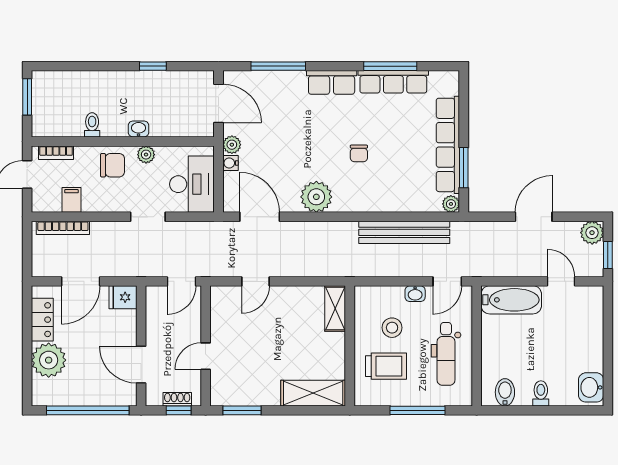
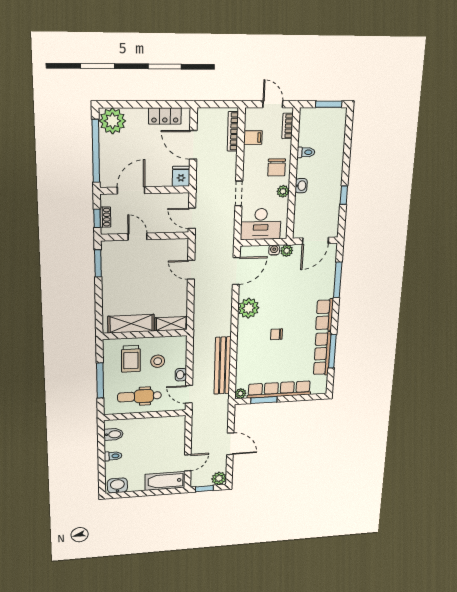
bathtub: (511, 300) -> (165, 481), moved, turned 90
plant: (49, 360) -> (113, 121), moved
shelving: (313, 393) -> (131, 324), moved, turned 90

